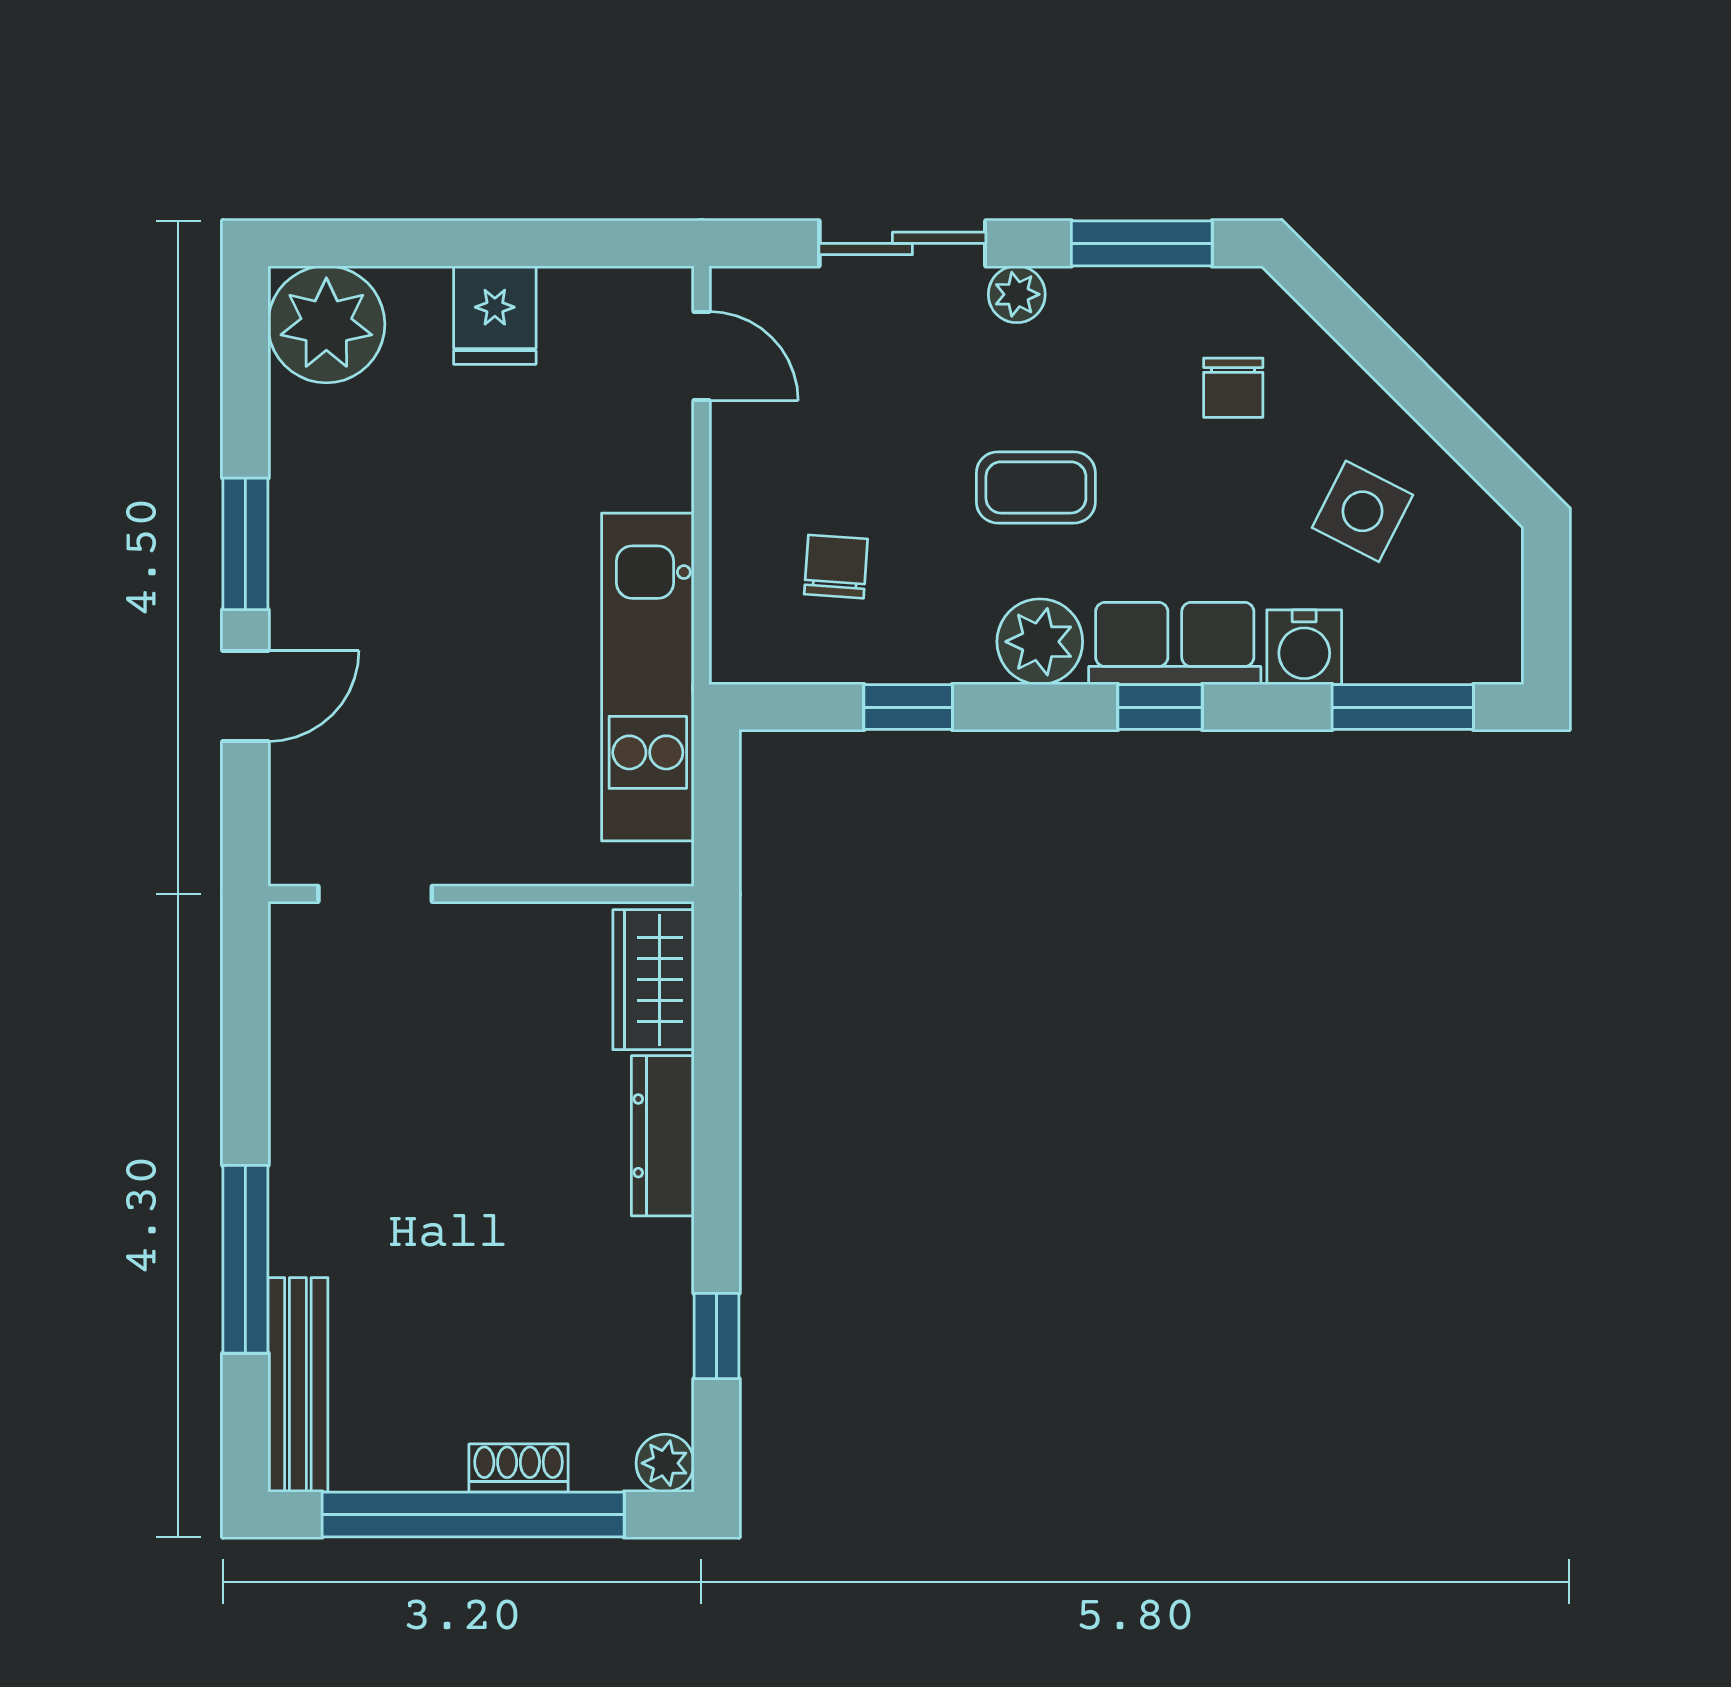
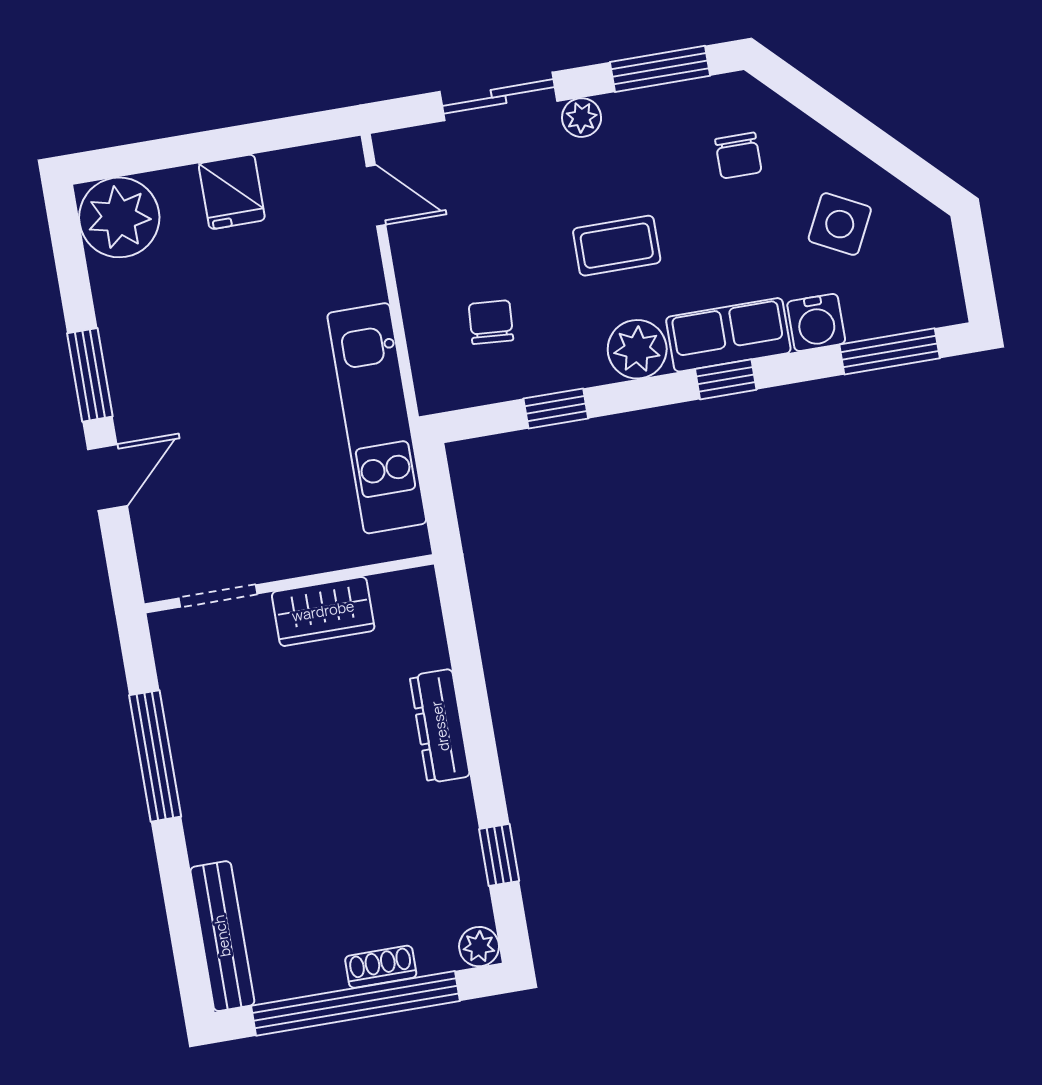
wardrobe: (653, 980) -> (323, 611), moved, turned -90
window: (245, 1259) -> (155, 756), moved

